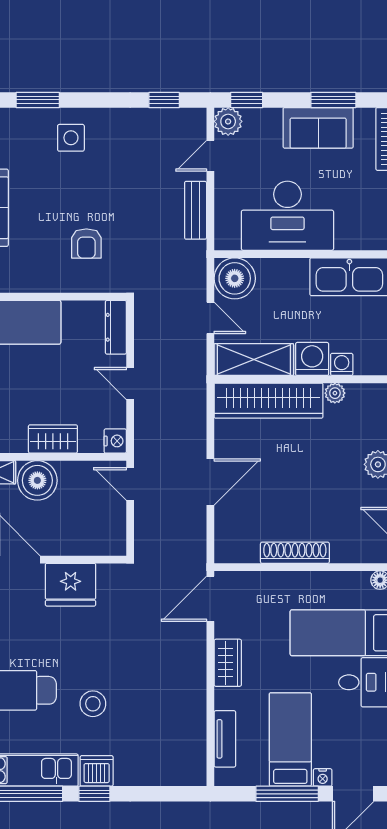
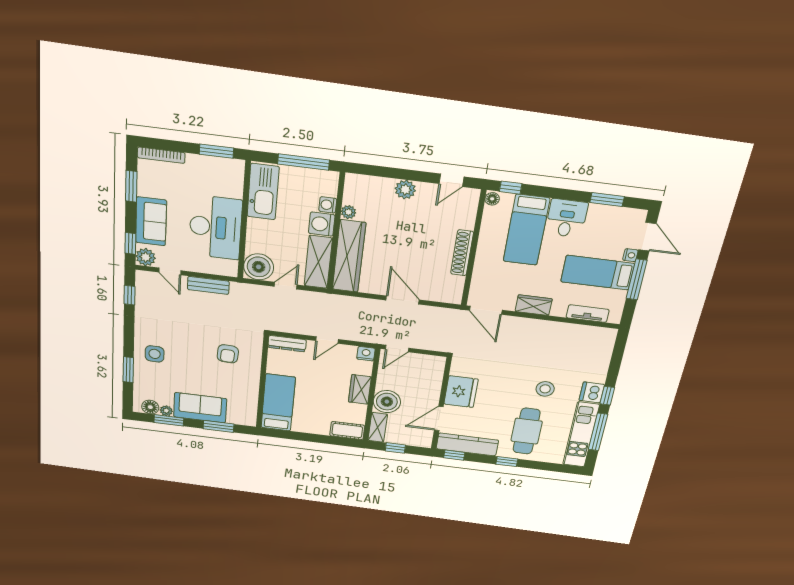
sofa: (318, 128) -> (151, 221), moved
armchair: (86, 244) -> (228, 354), turned 93

